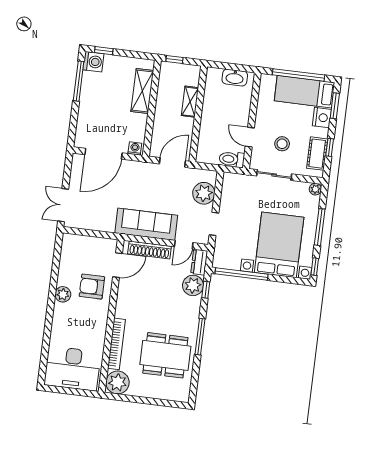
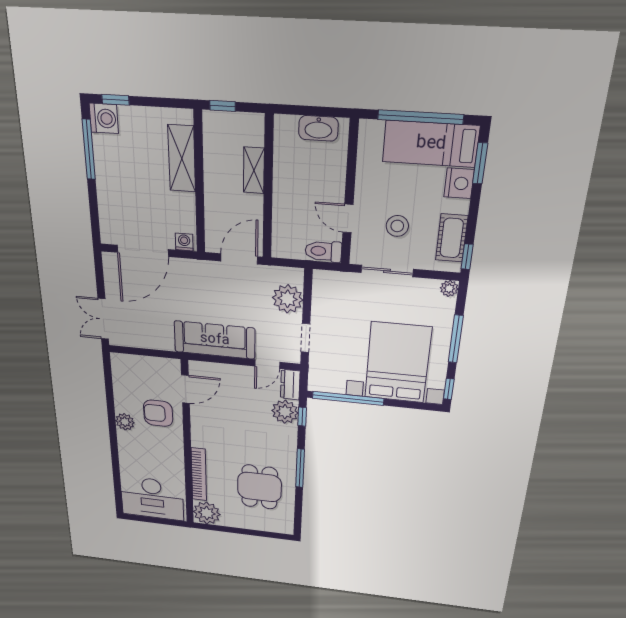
window: (330, 147) -> (467, 257), moved
shoe rack: (149, 250) -> (223, 371), removed
dining table: (165, 355) -> (259, 487), width x0.73

